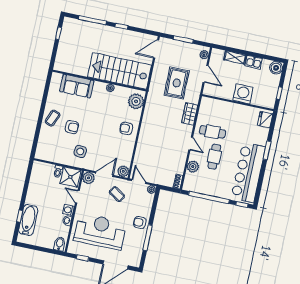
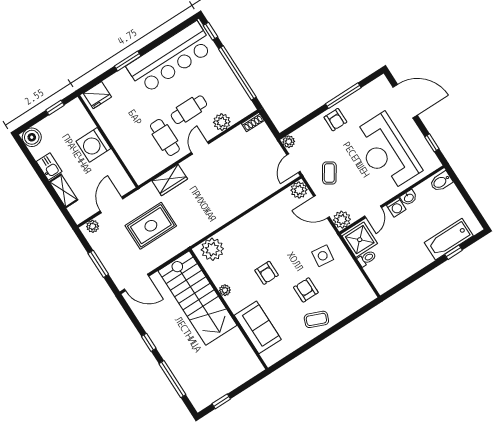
armchair: (126, 128) -> (267, 273), moved

